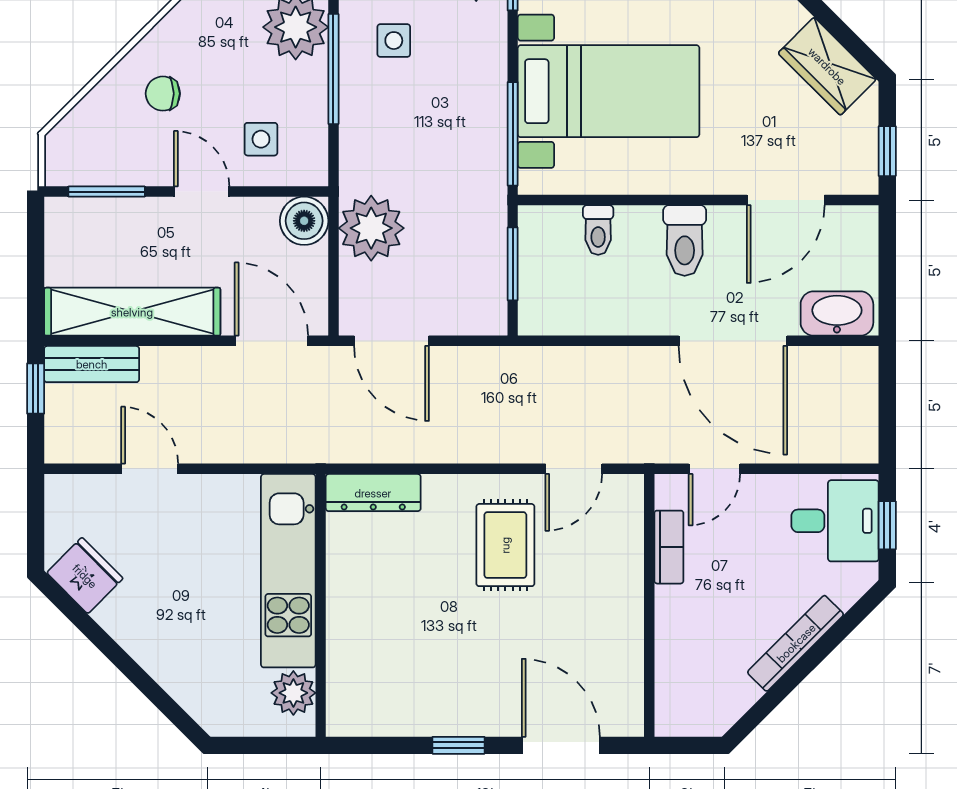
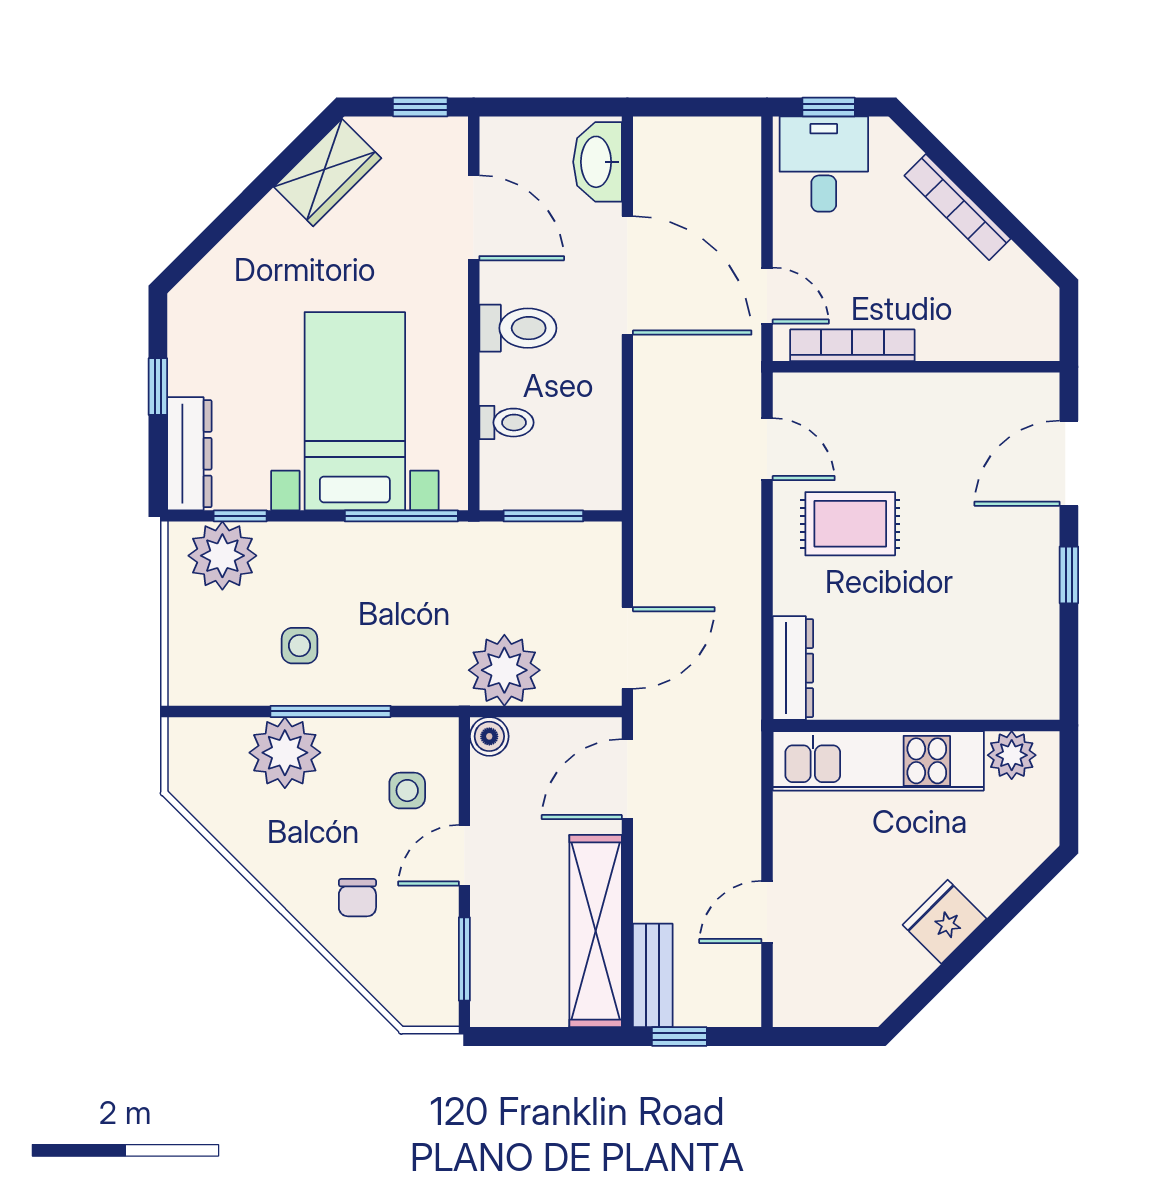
boiler: (304, 221) -> (489, 736), width x0.73, depth x0.73
door: (733, 341) -> (627, 275), hinge flipped
bookcase: (669, 547) -> (852, 345), width x1.56
fridge: (85, 576) -> (945, 922), moved

